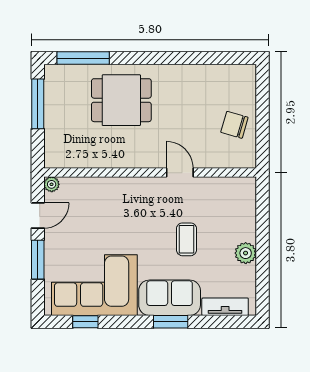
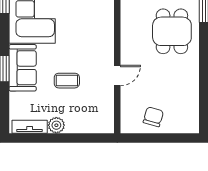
tv unit: (225, 307) -> (30, 127), moved, turned -90

